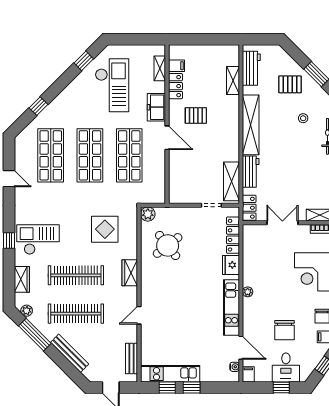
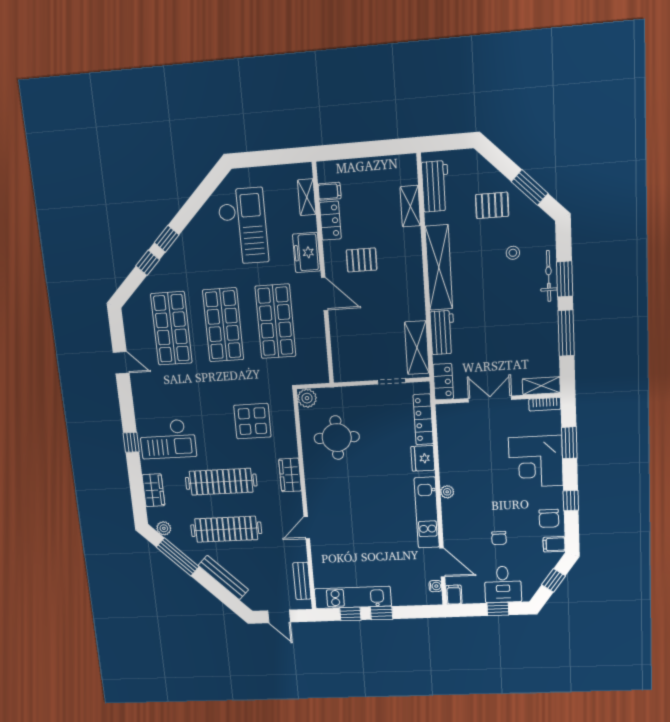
window: (84, 61) -> (167, 239), moved
checkout: (38, 240) -> (168, 439), turned 180
round table: (168, 245) -> (337, 438), turned 38
chair: (285, 330) -> (499, 538), width x0.54, depth x0.54

